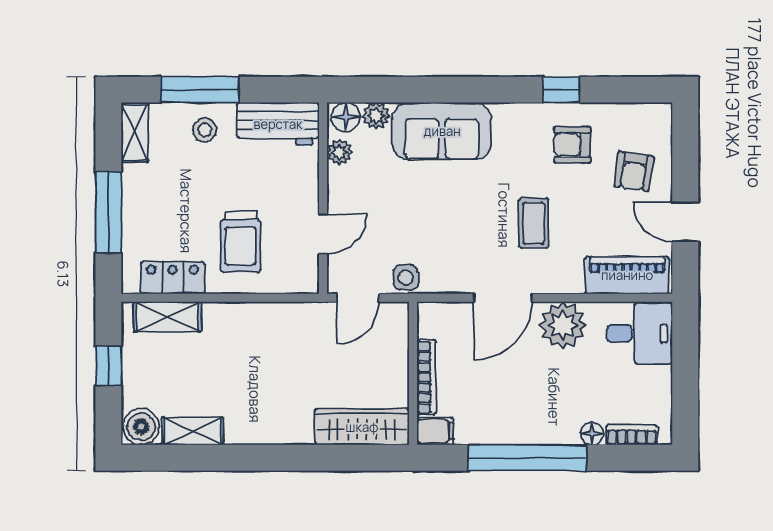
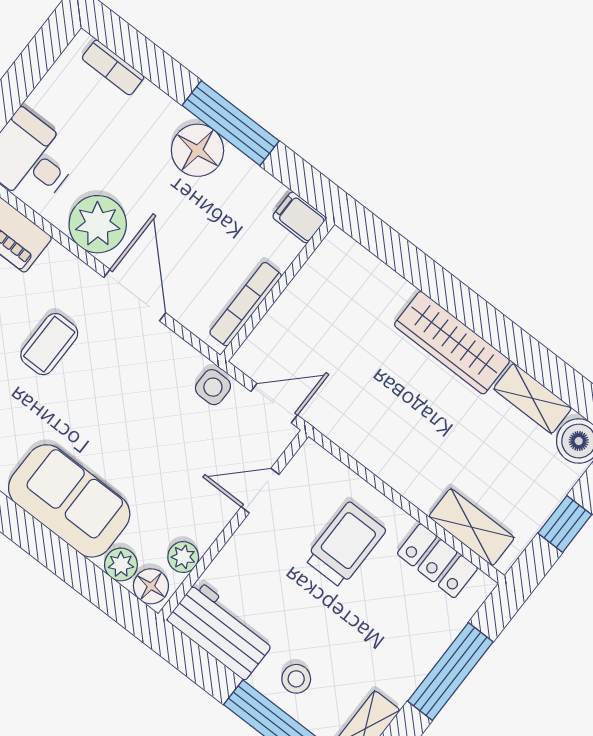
door: (503, 298) -> (135, 295), hinge flipped
bookcase: (426, 377) -> (246, 304), moved
wardrobe: (362, 427) -> (452, 343), moved
floor lamp: (592, 434) -> (198, 150), moved, width x1.89, depth x1.89
window: (527, 458) -> (231, 123), width x0.68

